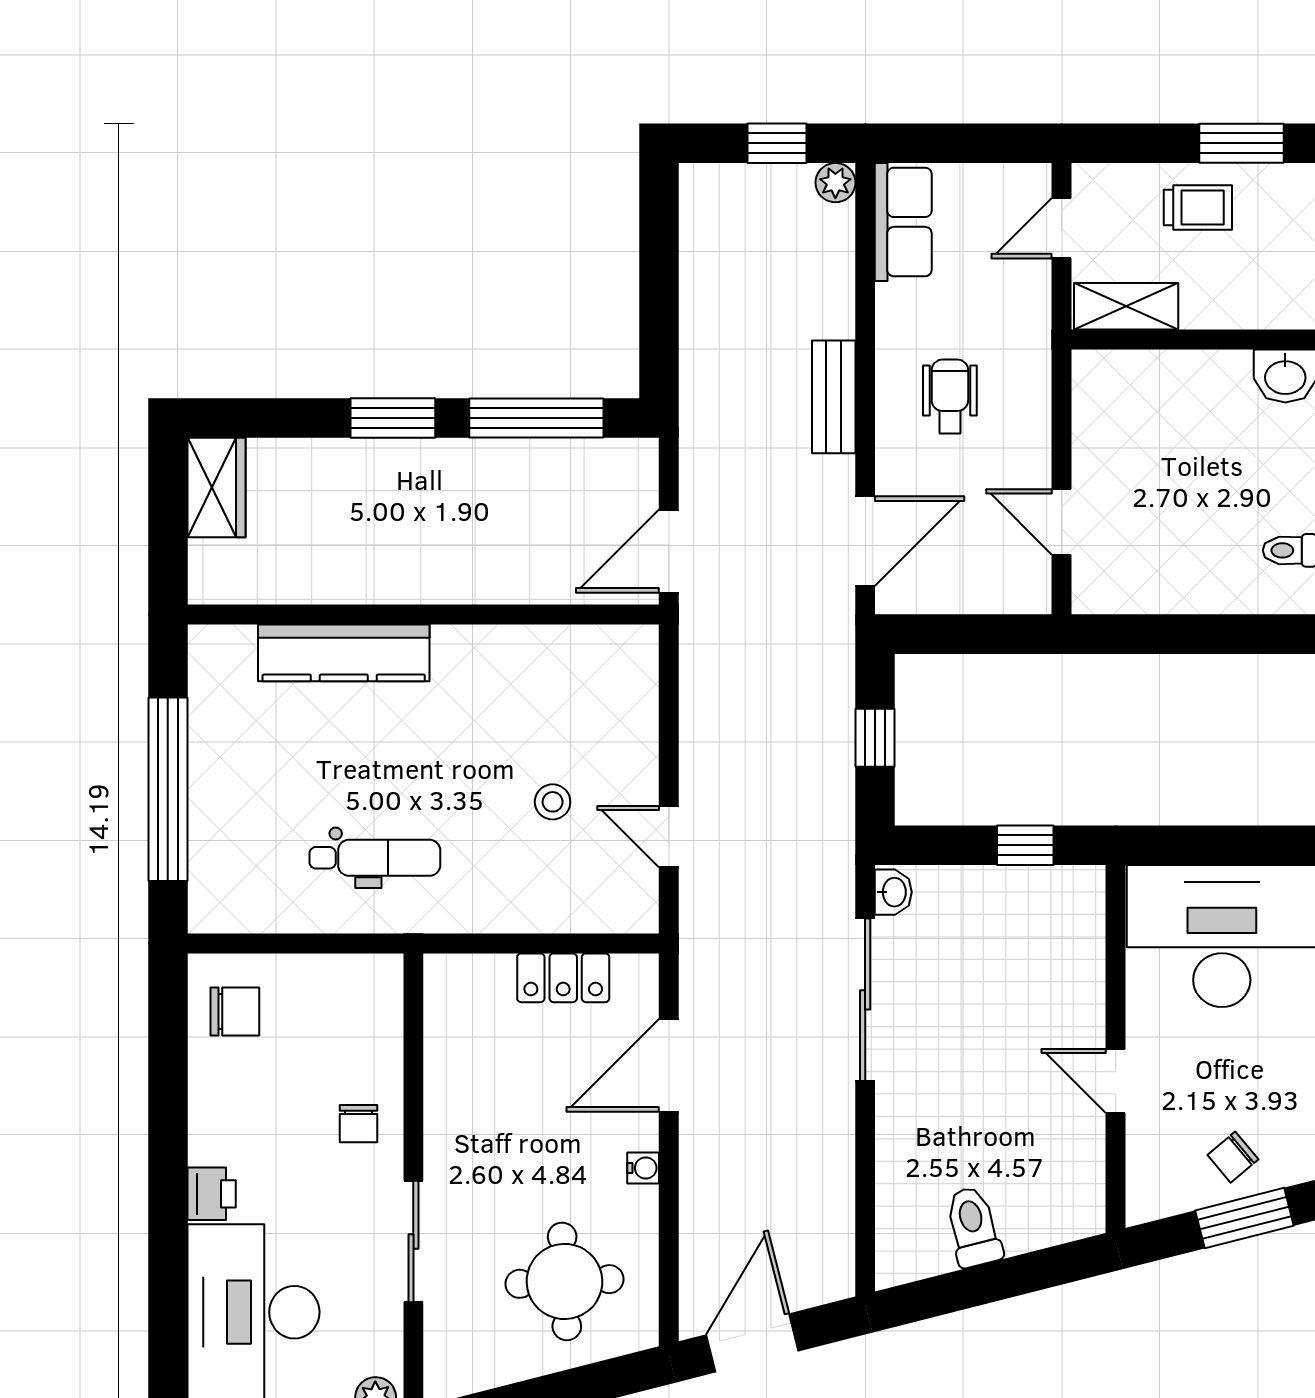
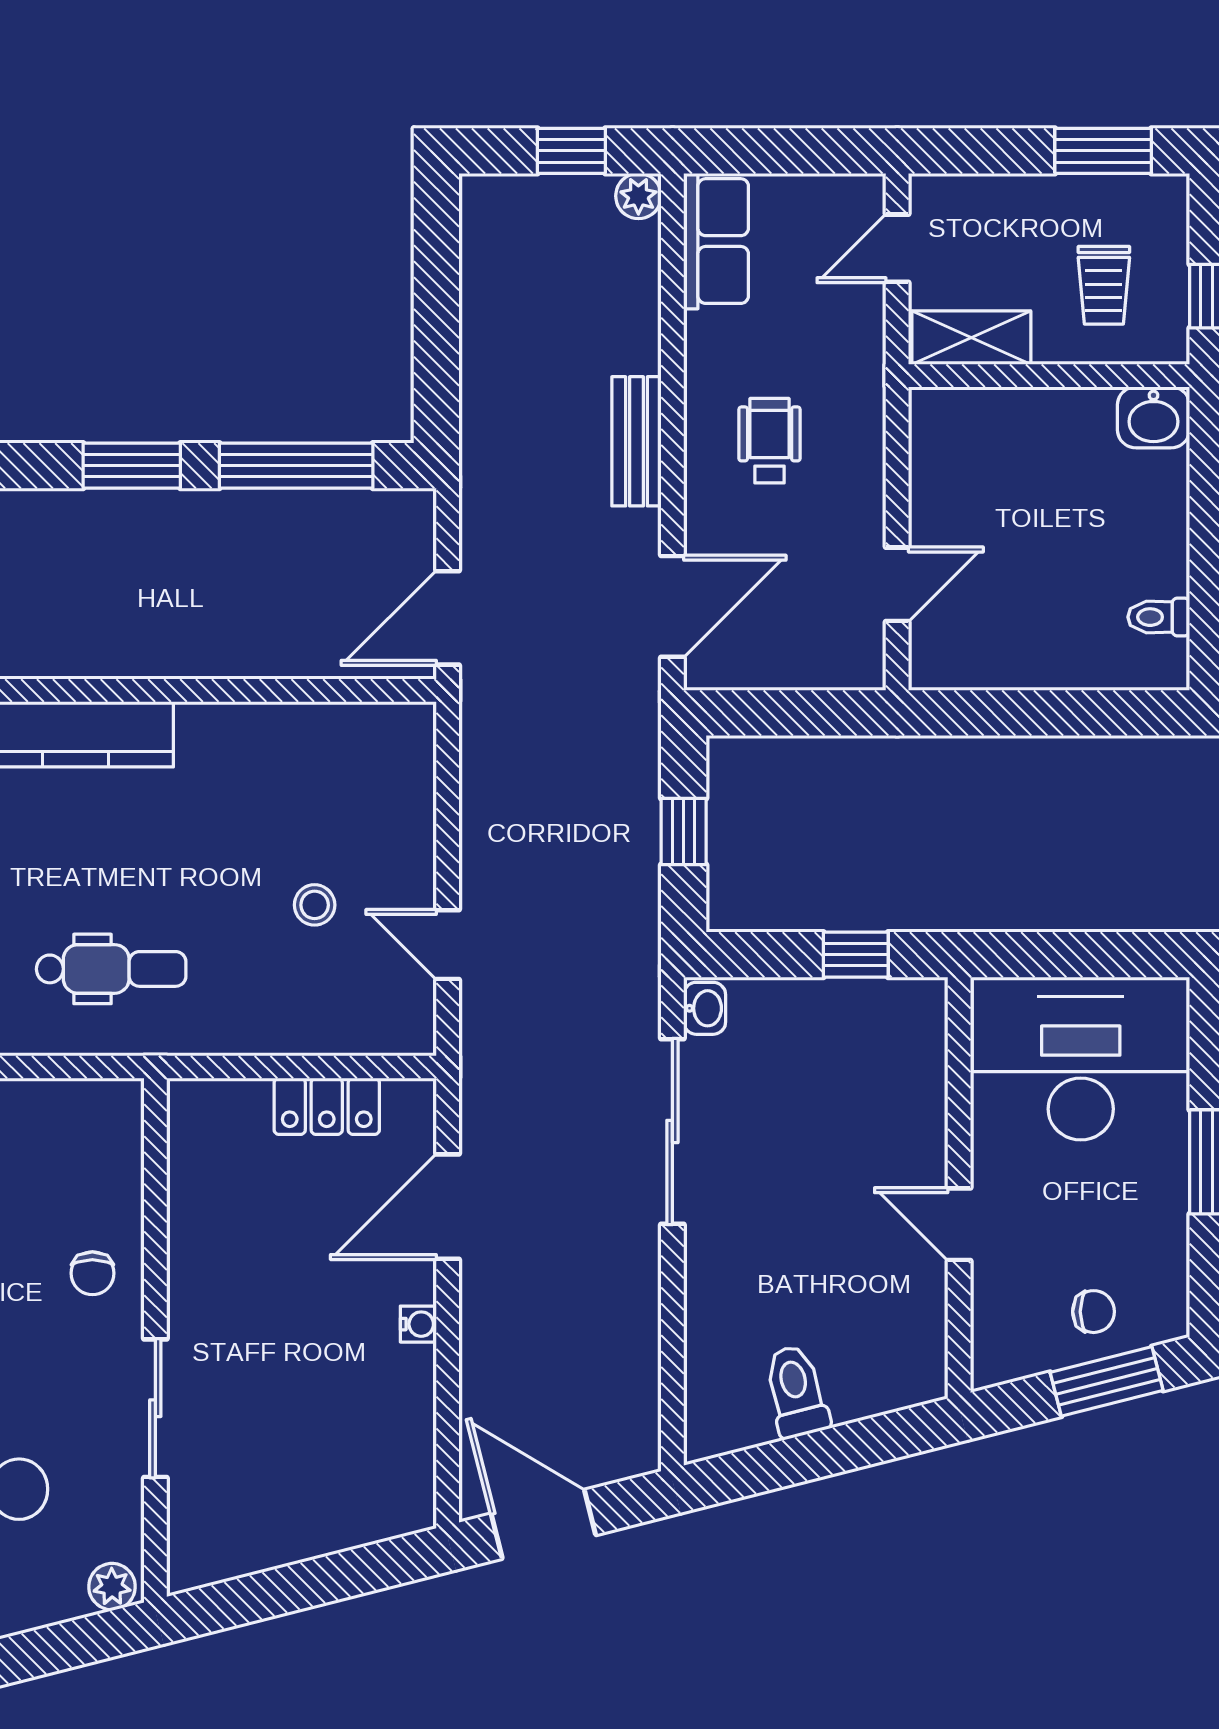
trolley: (1198, 207) -> (1104, 285), moved, turned 90
door: (1062, 522) -> (897, 584), swing flipped
chair: (1233, 1157) -> (1094, 1312), turned -140
round table: (564, 1281) -> (328, 1454), removed
door: (752, 1343) -> (543, 1524), hinge flipped

